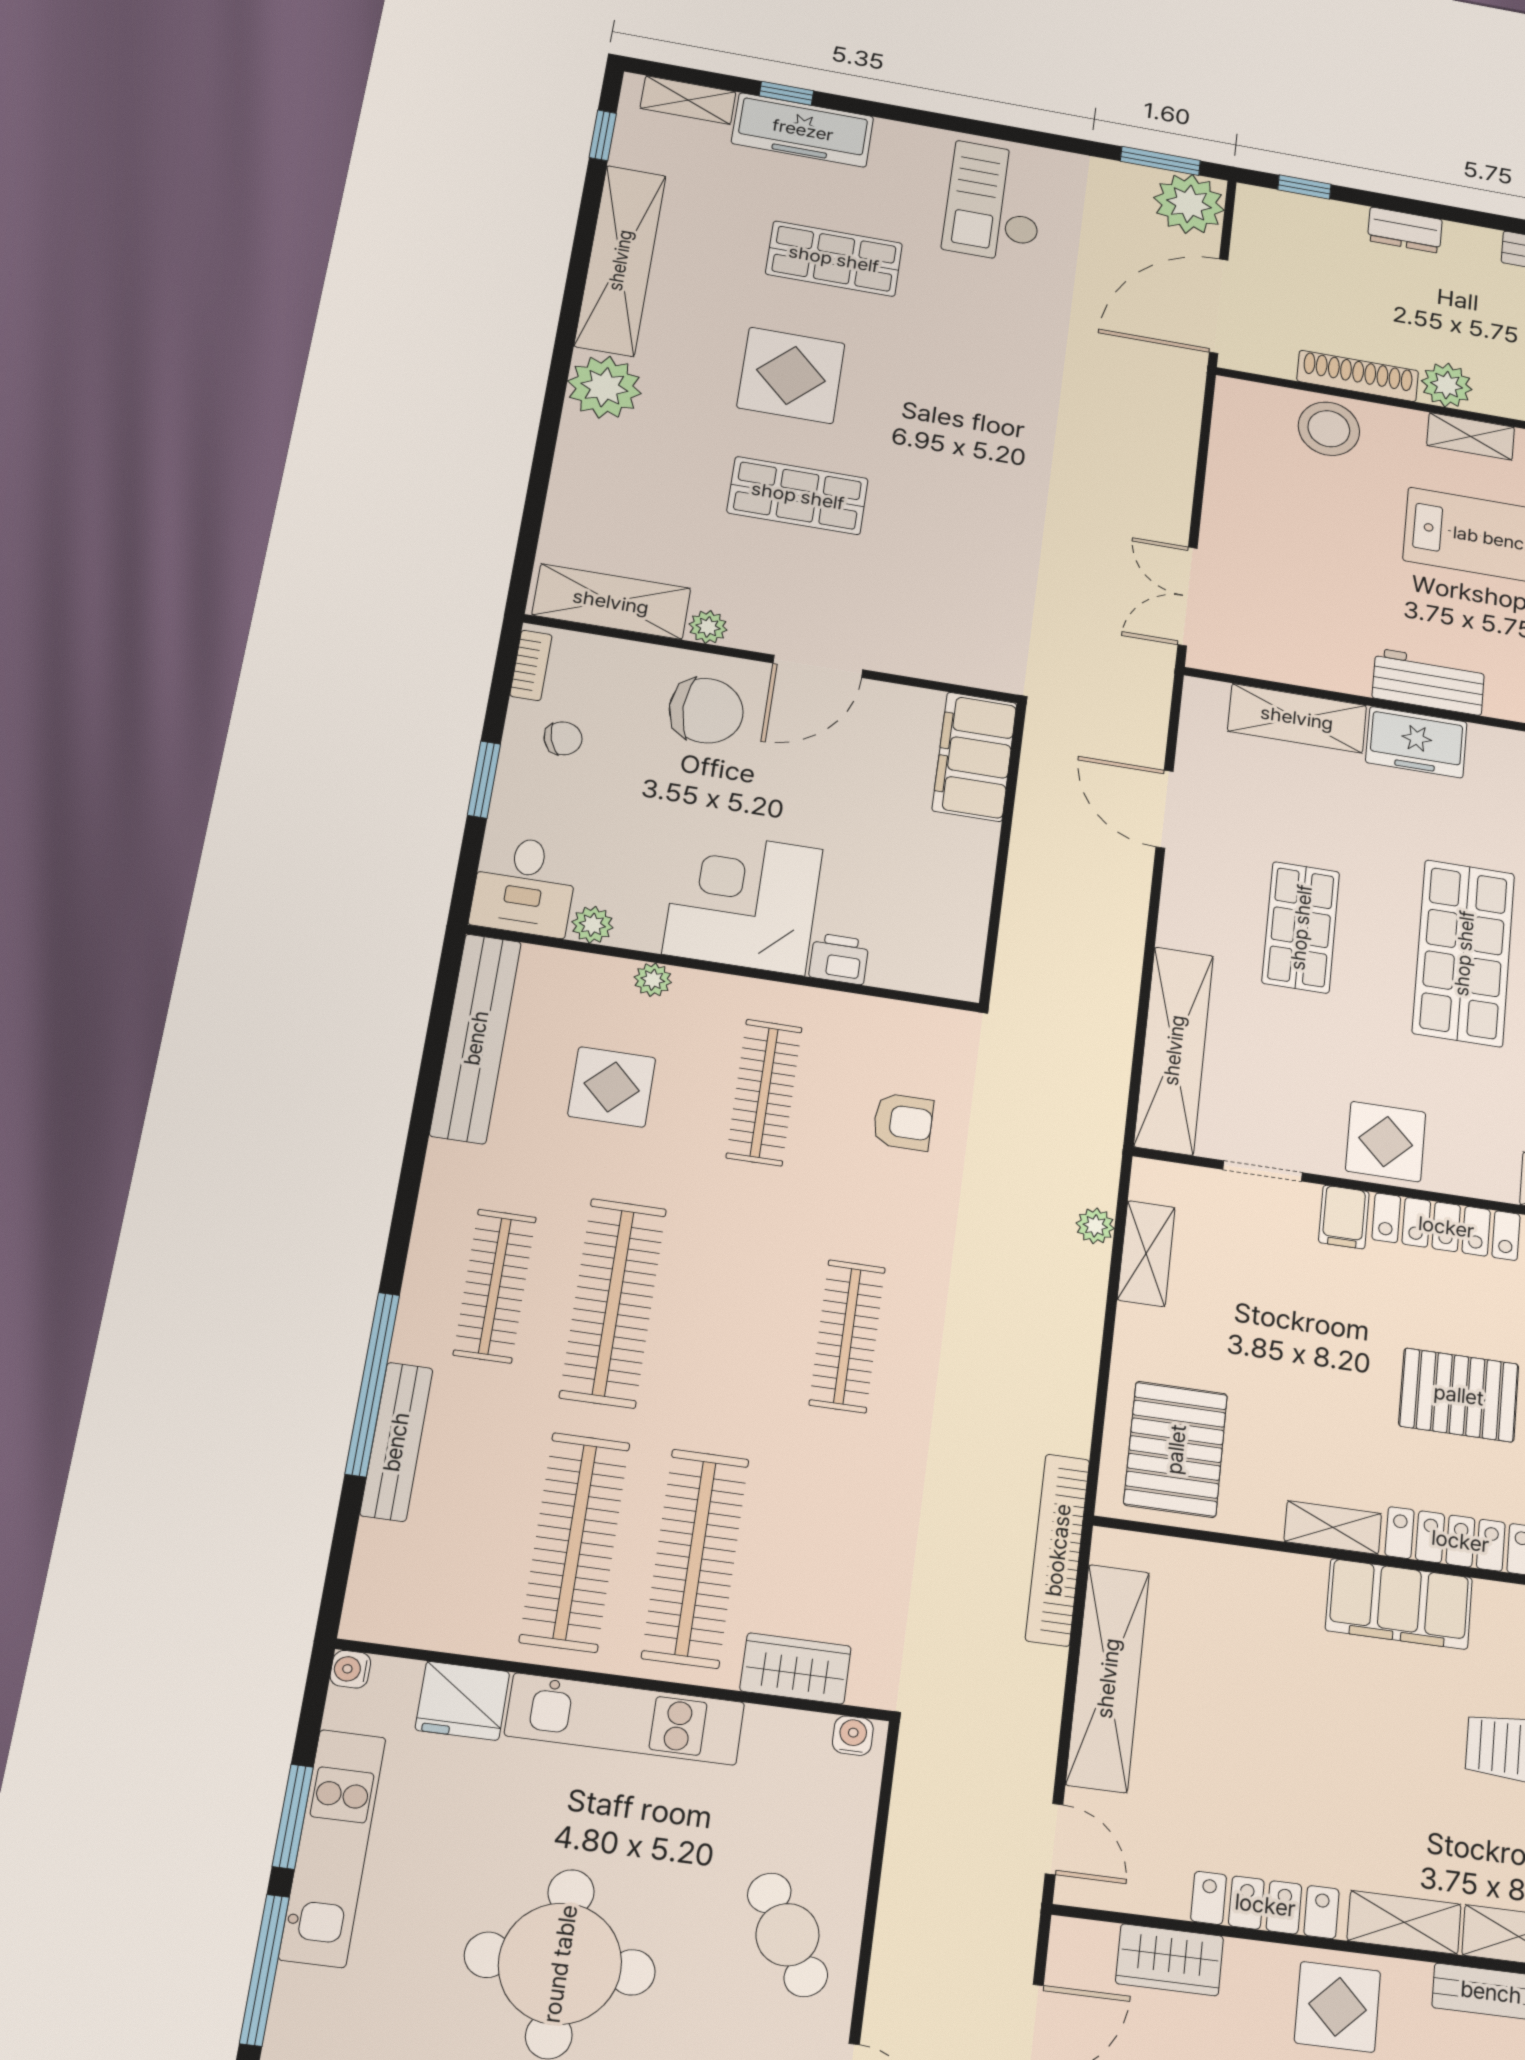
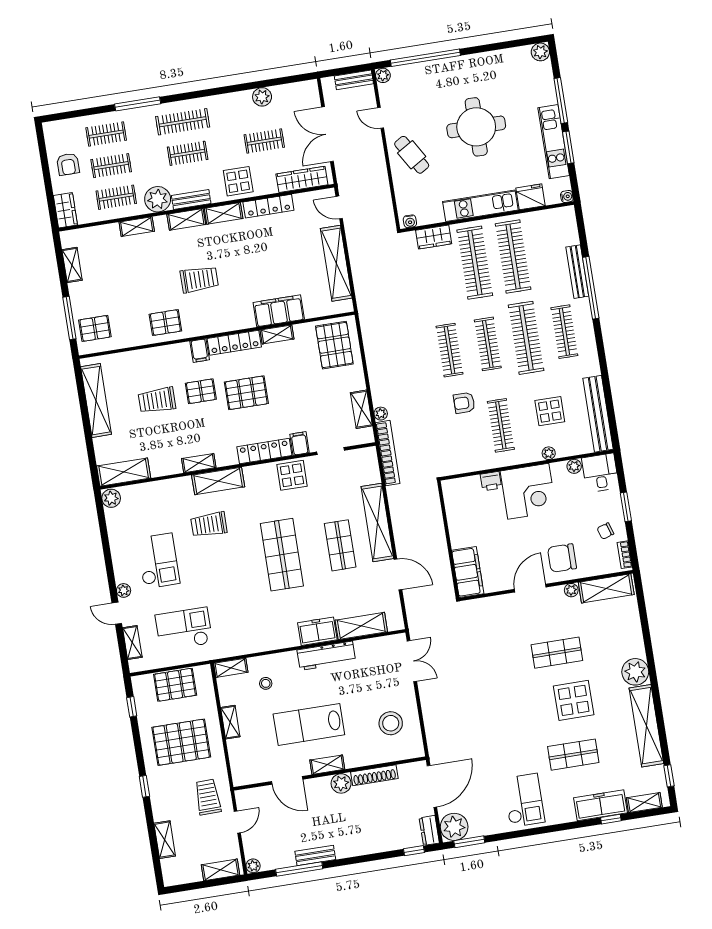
dresser: (1405, 230) -> (429, 830), moved, turned -90
stool: (1329, 429) -> (391, 723), moved
workbench: (1428, 682) -> (326, 656), width x1.38
shelving: (1174, 1050) -> (377, 523), moved
armchair: (903, 1122) -> (464, 403), moved
clothes rail: (731, 1319) -> (488, 344), added
bookcase: (1058, 1550) -> (388, 453), moved
filing cabinet: (1399, 1604) -> (279, 311), moved
wardrobe: (1170, 1960) -> (302, 179), width x1.50

